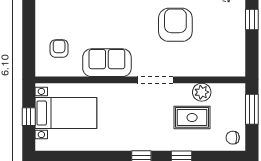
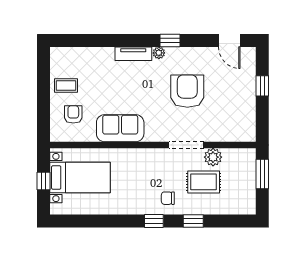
coffee table: (52, 19) -> (66, 86), added
doorway: (155, 80) -> (186, 145), moved
chair: (233, 138) -> (168, 198), moved

